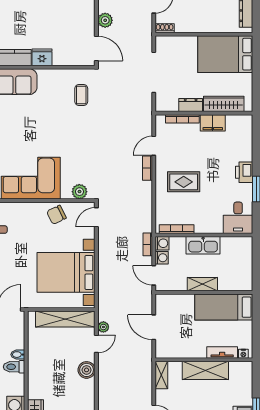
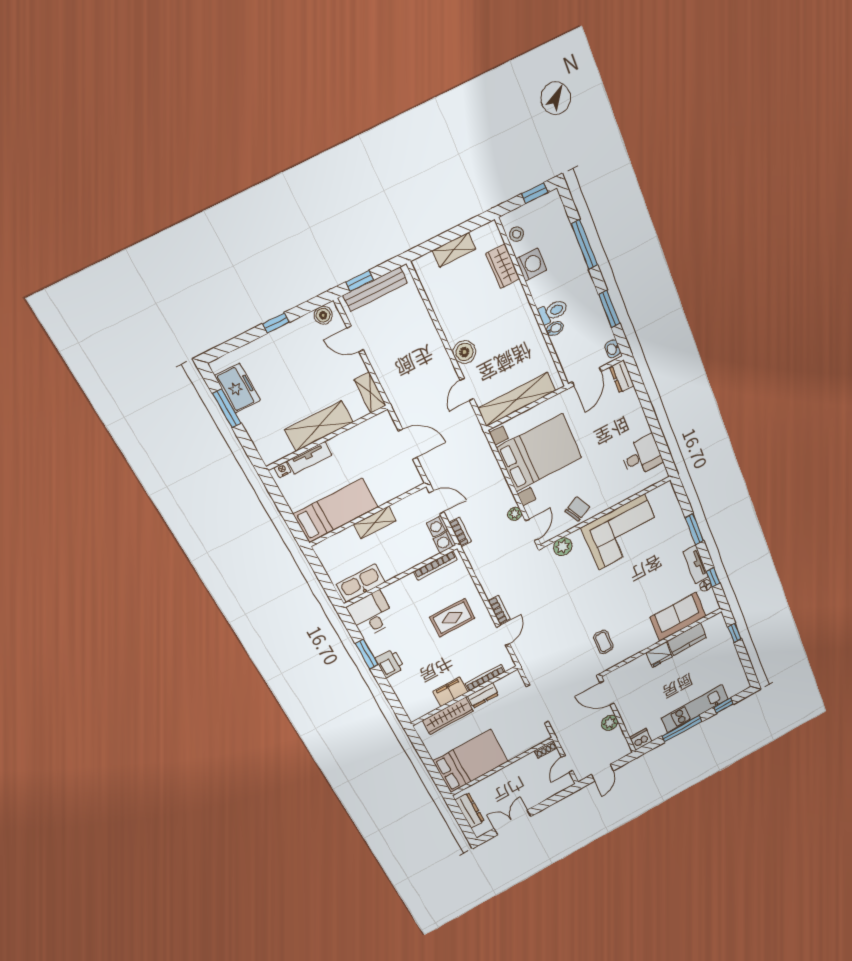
kitchen sink: (203, 245) -> (361, 583), moved
plant: (103, 327) -> (515, 514), moved

